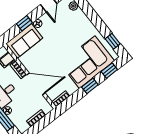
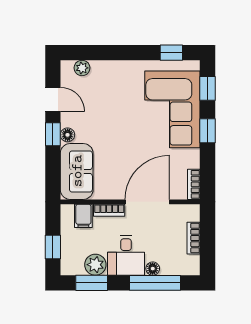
window: (24, 23) -> (53, 134), moved

